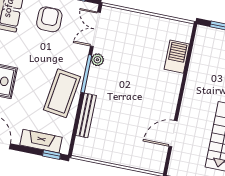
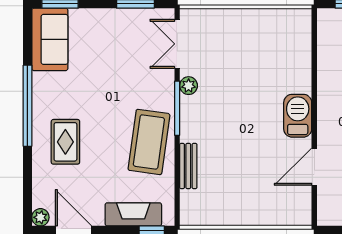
armchair: (49, 19) -> (110, 43), removed
barbecue: (177, 57) -> (298, 116), moved
bench: (86, 115) -> (188, 166), width x0.73

